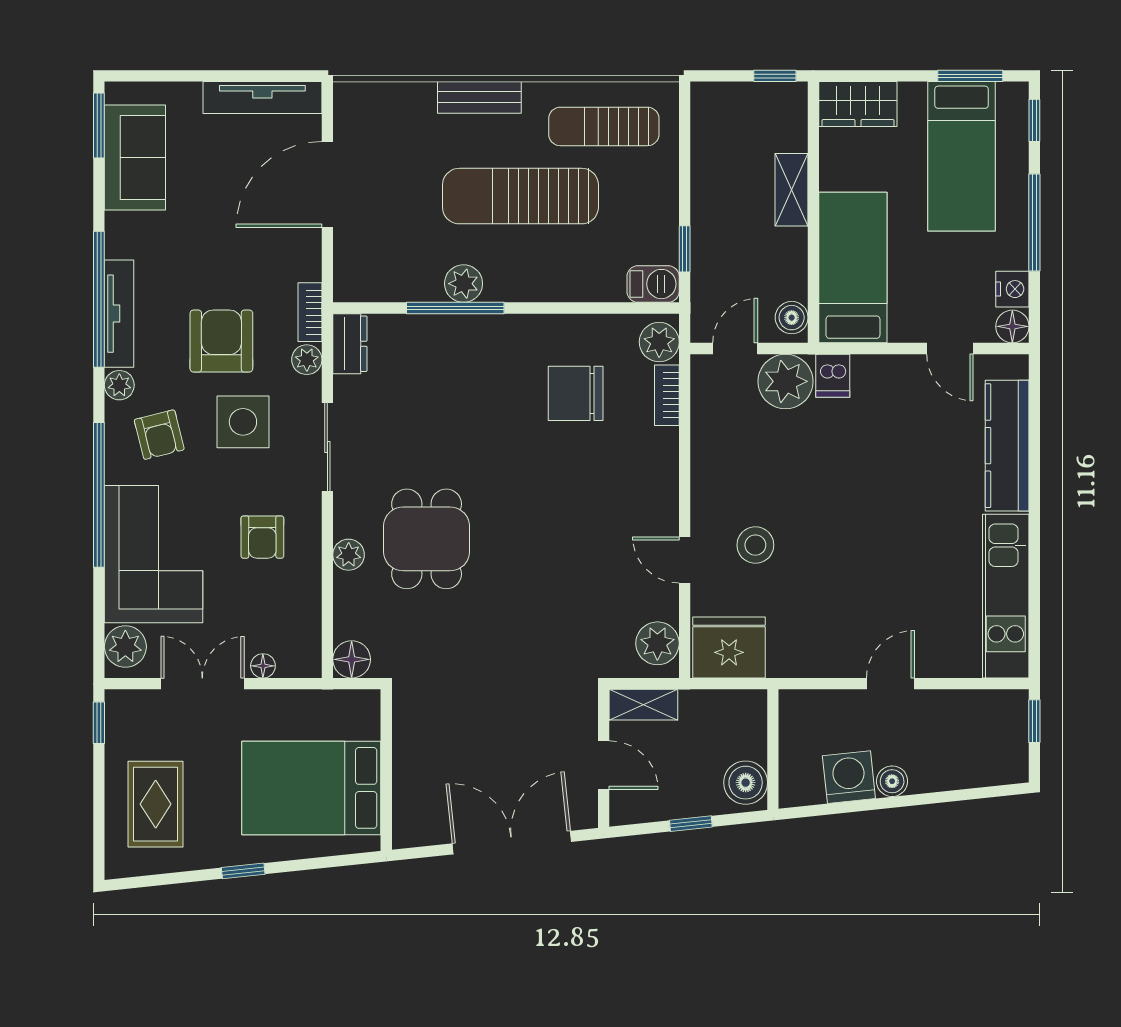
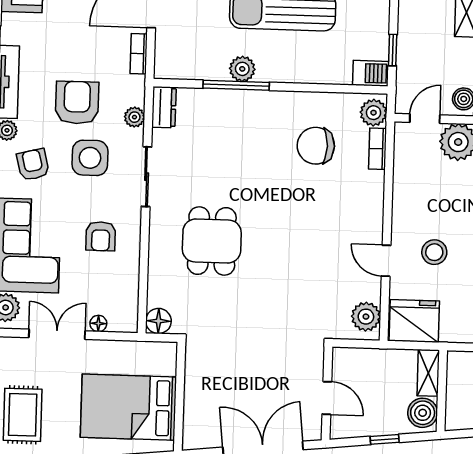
bookcase: (310, 312) -> (139, 54), moved
armchair: (159, 435) -> (33, 165), turned 180
plant: (349, 555) -> (159, 250), removed
shelving: (643, 705) -> (428, 373), moved, turned 90

